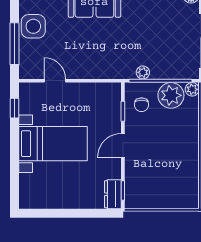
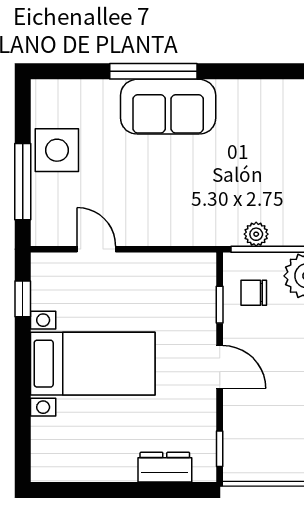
chair: (142, 105) -> (254, 293), turned 90
door: (123, 145) -> (220, 367), swing flipped
dresser: (113, 194) -> (165, 467), moved, turned 90

